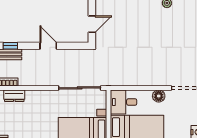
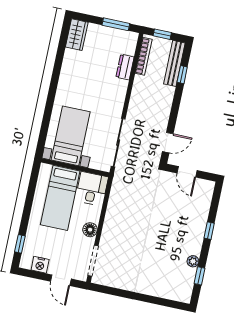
door: (48, 46) -> (168, 143), moved

